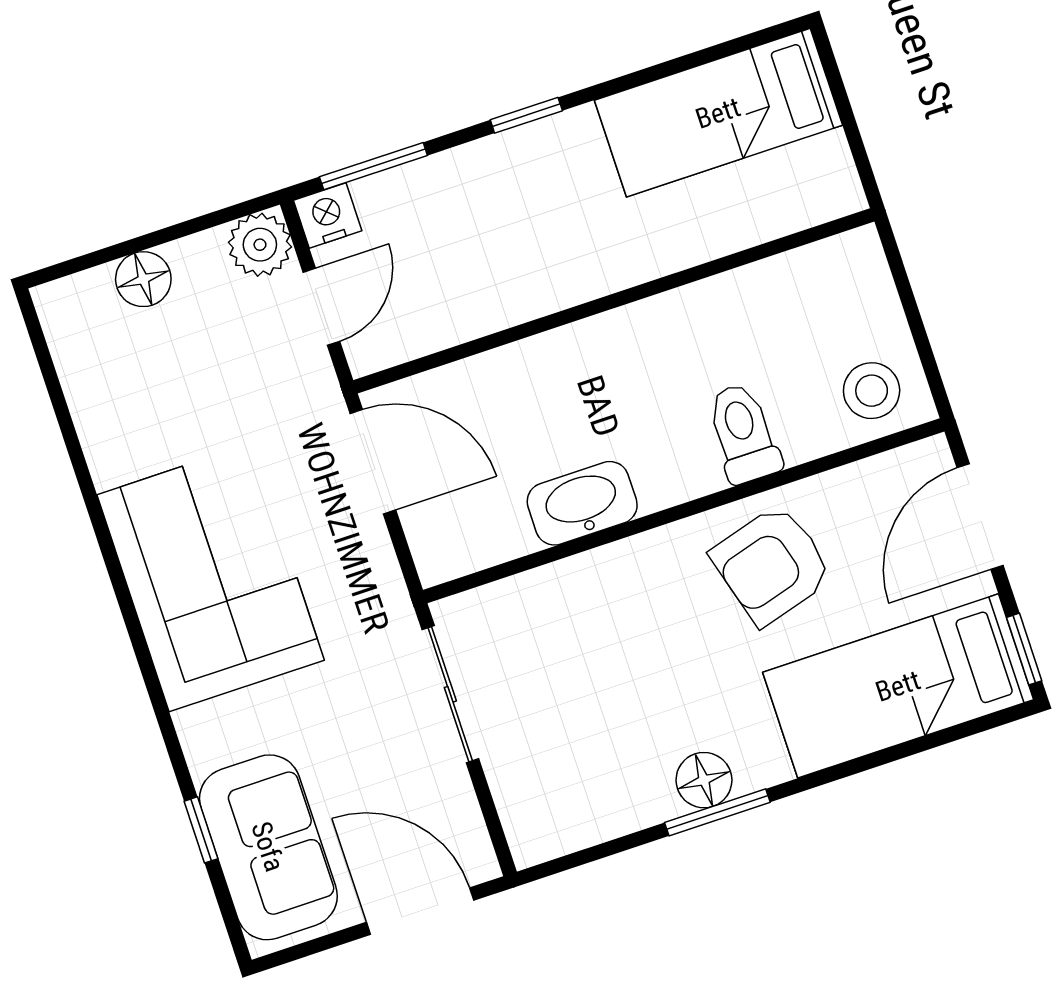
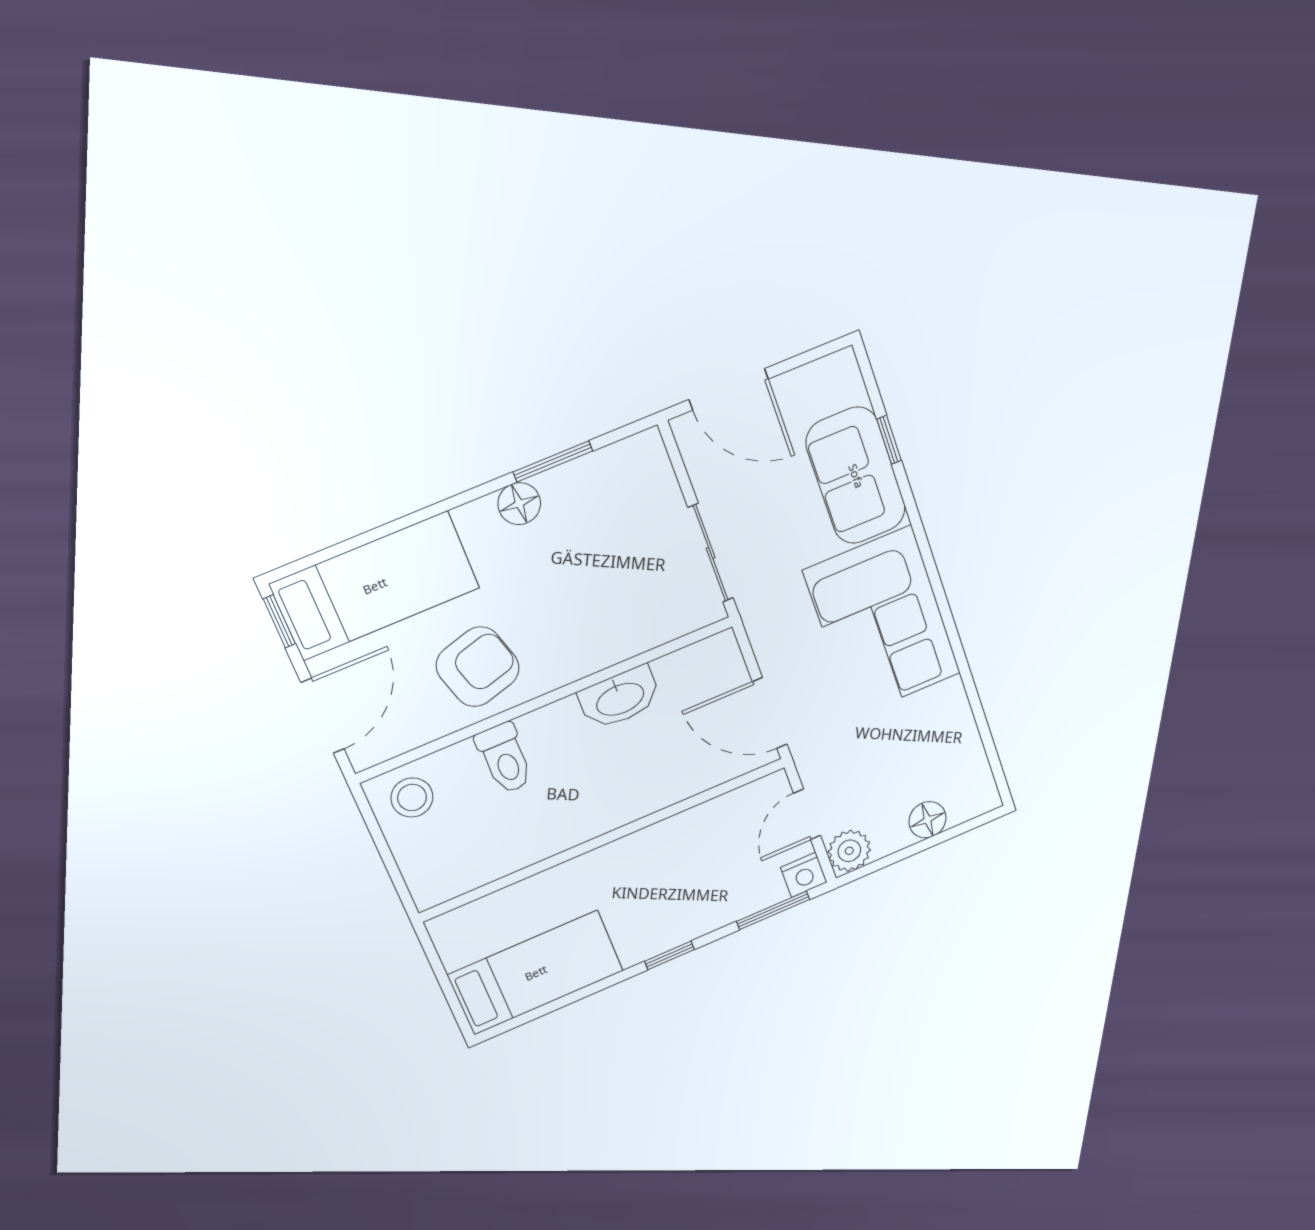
window: (717, 812) -> (553, 461), moved
sofa: (268, 847) -> (856, 476), moved

